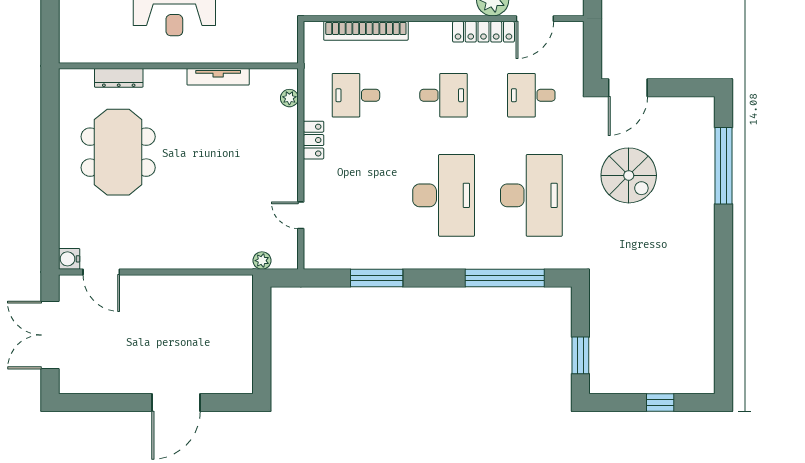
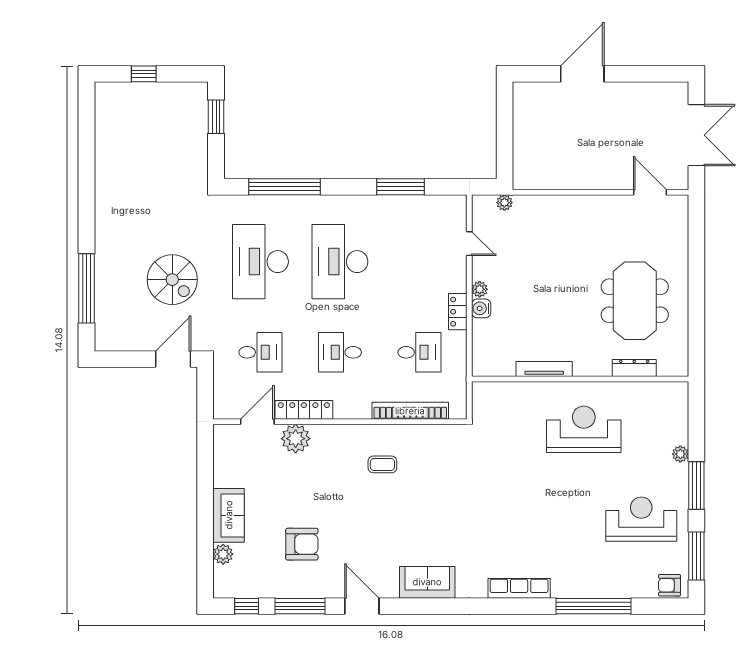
plant: (289, 98) -> (480, 289), moved
spiral stairs: (629, 175) -> (172, 280), turned 180
water cooler: (69, 259) -> (481, 308), moved, turned 180

